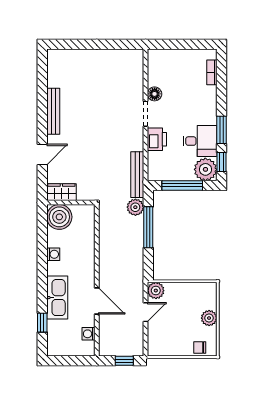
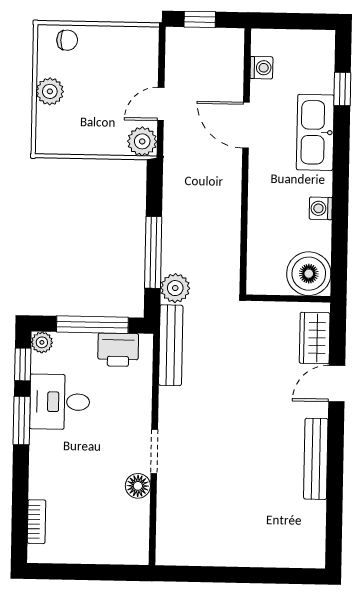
printer: (157, 139) -> (118, 350), moved, turned -90
plant: (205, 169) -> (42, 342), width x0.53, depth x0.53
wardrobe: (61, 192) -> (315, 338), moved, turned 90

